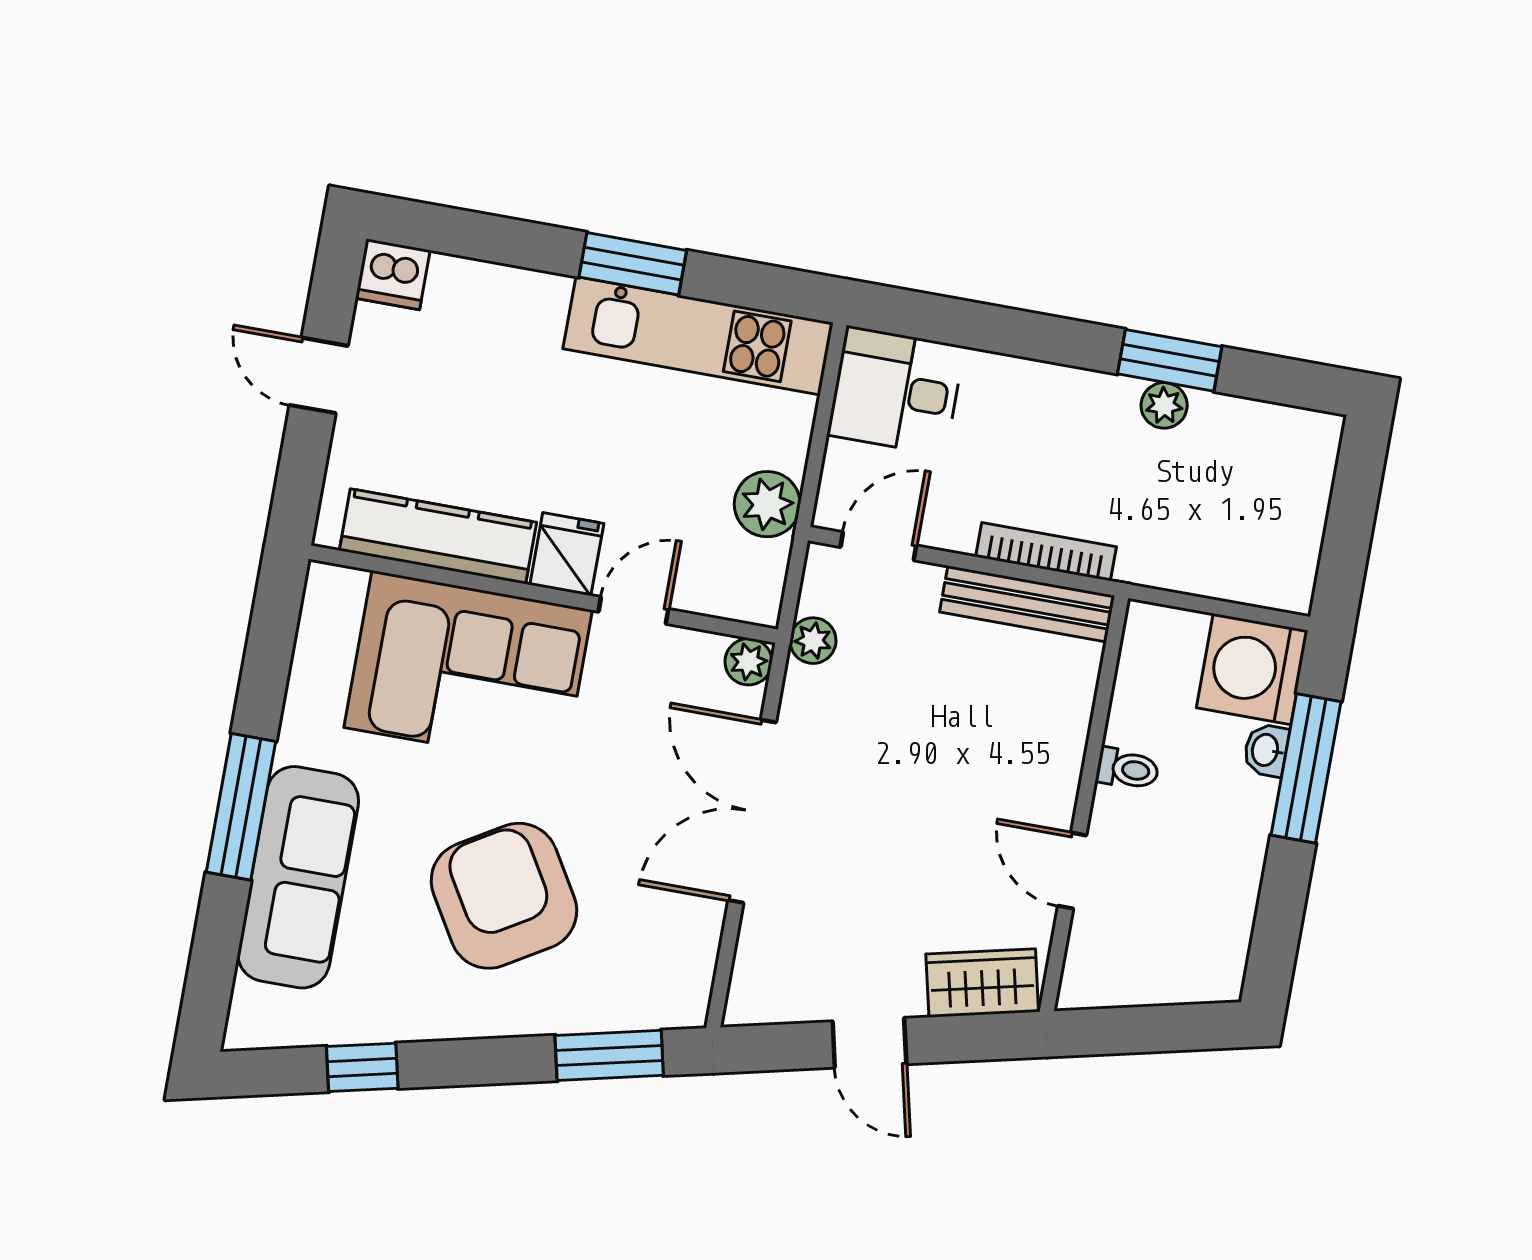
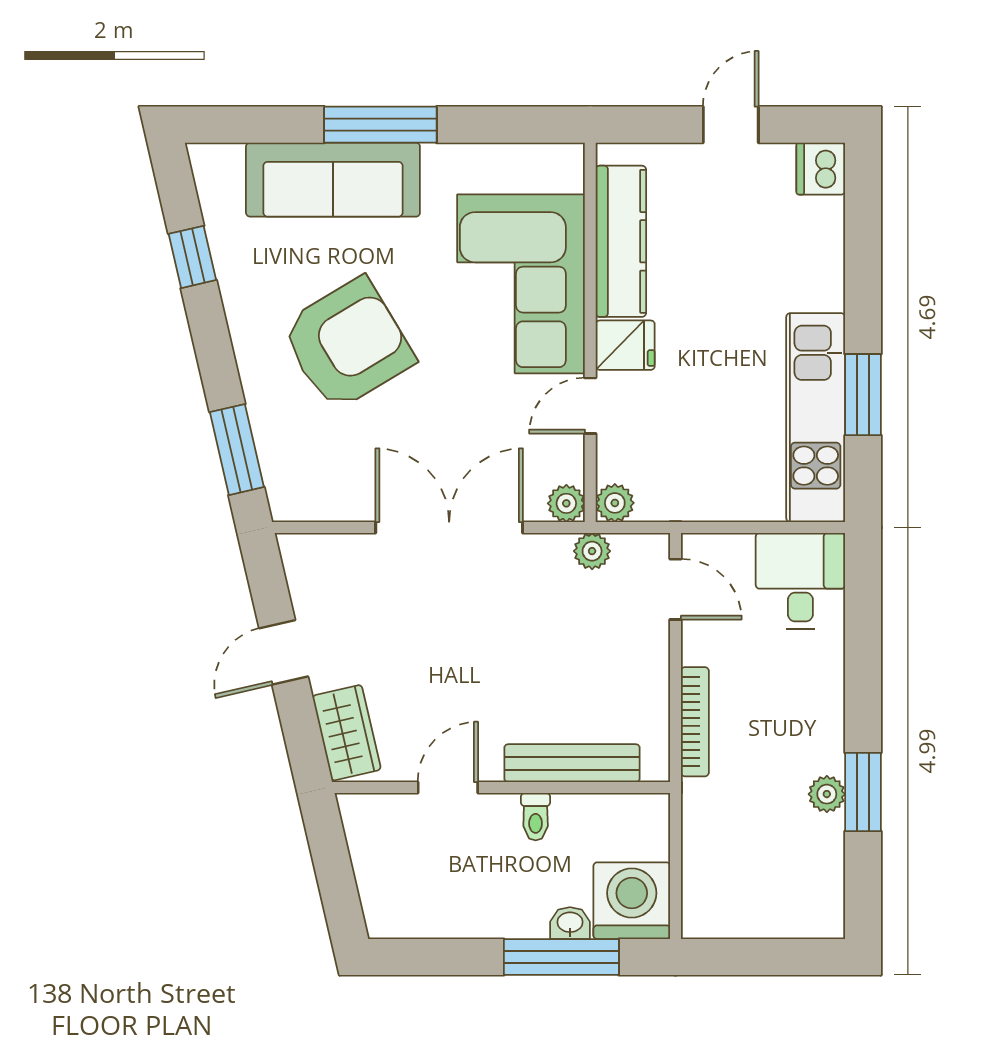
window: (633, 264) -> (863, 395), moved
plant: (767, 504) -> (615, 503), moved, width x0.73, depth x0.73
bench: (1027, 604) -> (572, 763), moved, turned 90
door: (633, 610) -> (590, 406), swing flipped

